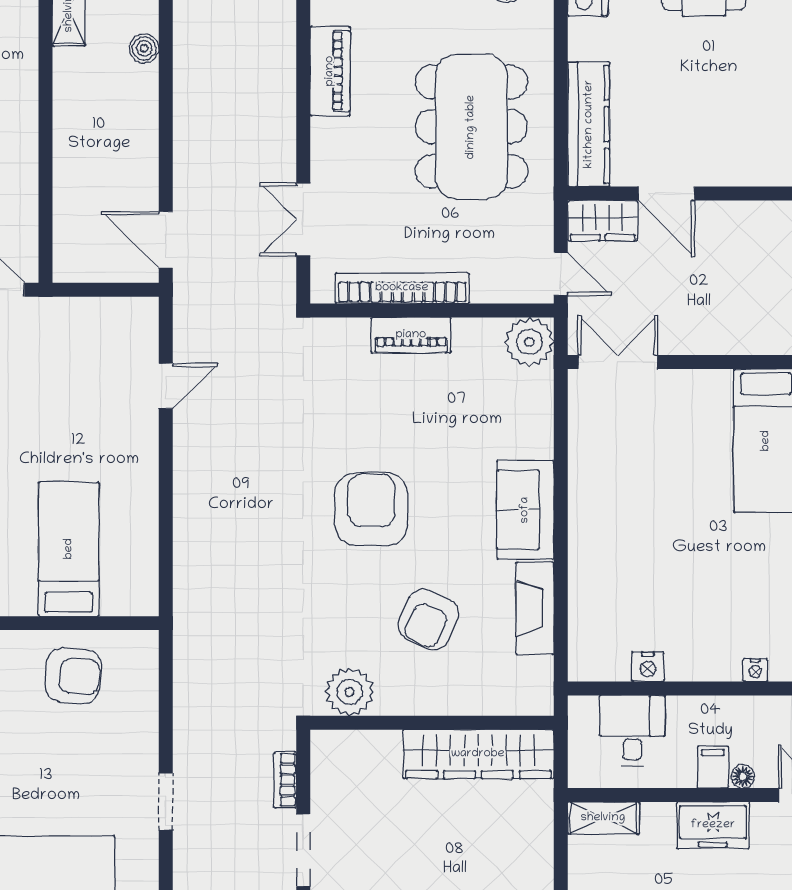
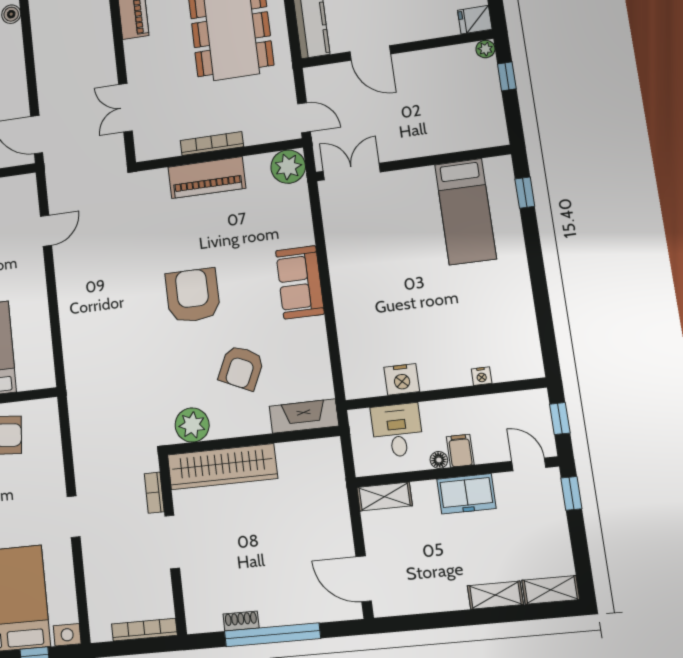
wardrobe: (603, 221) -> (328, 78), removed
bookcase: (402, 288) -> (212, 144), width x0.68, depth x0.76
piano: (411, 335) -> (207, 178), width x1.37, depth x1.33
fireplace: (535, 608) -> (304, 416), moved, turned 90
nightstand: (648, 667) -> (402, 379), width x1.36, depth x1.33
wardrobe: (478, 754) -> (222, 467), moved
floor lamp: (743, 776) -> (439, 460), moved

